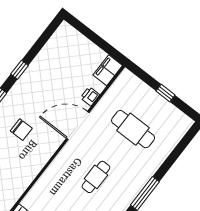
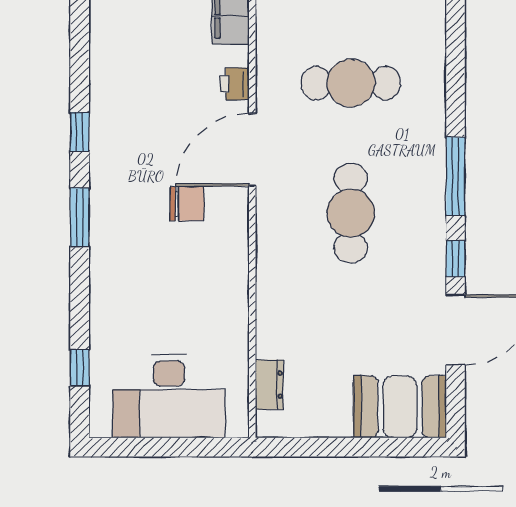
chair: (21, 130) -> (187, 204), moved
cafe table: (96, 177) -> (351, 213), width x1.37, depth x1.35

